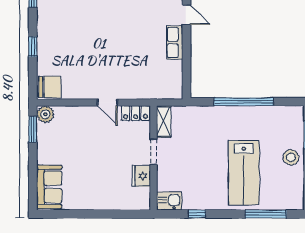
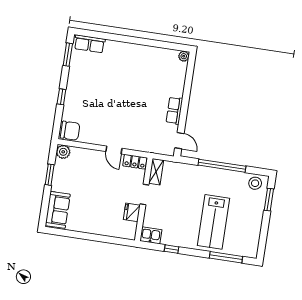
door: (186, 15) -> (179, 141), moved
window: (33, 129) -> (50, 175), moved
stool: (291, 157) -> (255, 183), moved

